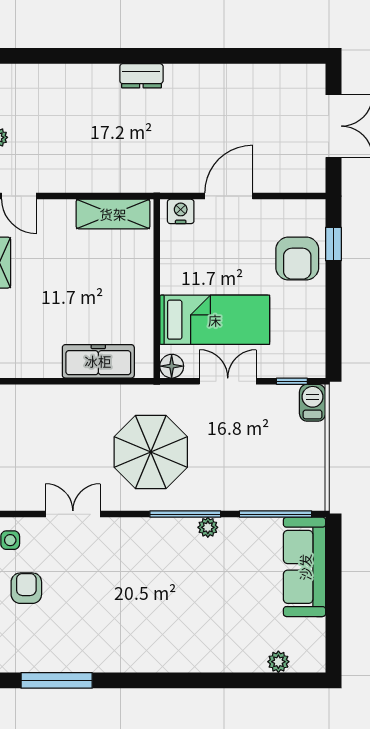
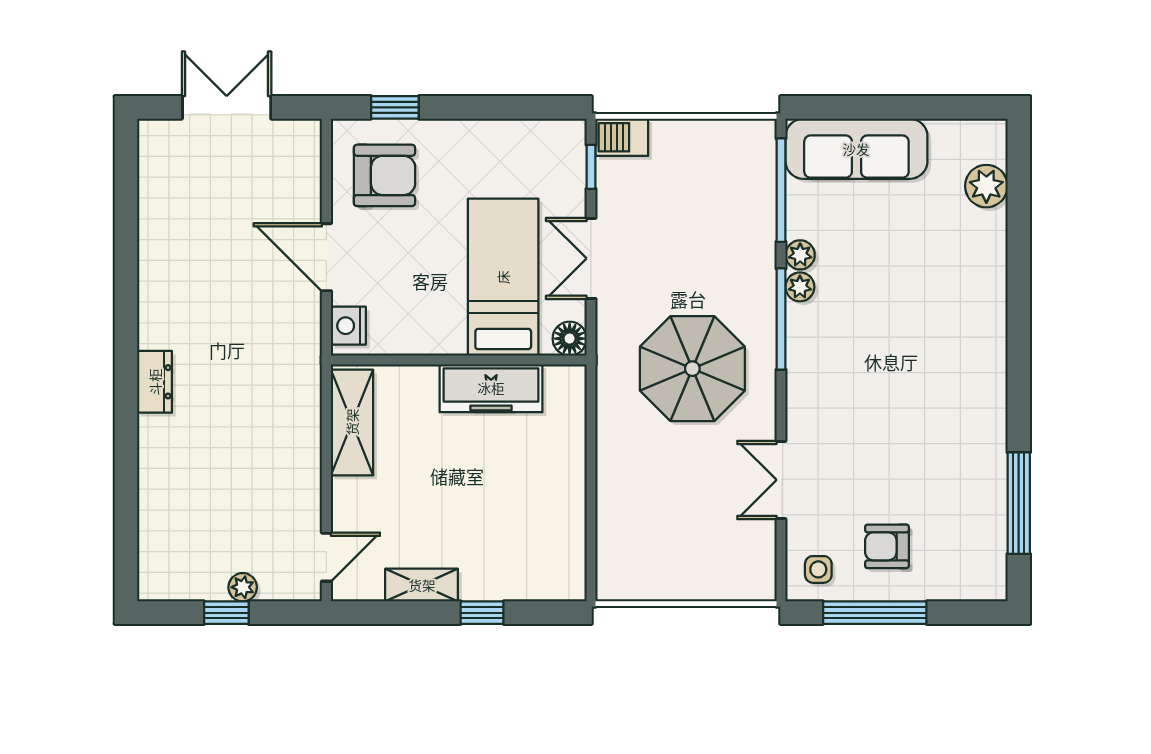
armchair: (297, 259) -> (384, 175), moved
freezer: (98, 361) -> (491, 388), moved, turned -90
plant: (230, 527) -> (800, 255), added
plant: (278, 662) -> (986, 186), width x1.38, depth x1.38

